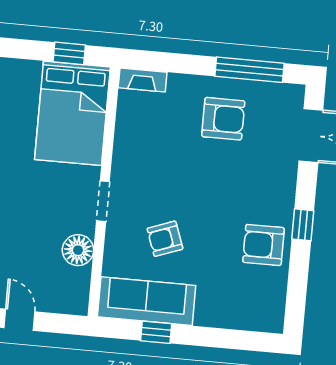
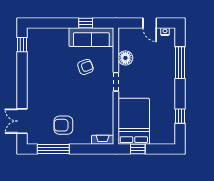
window: (303, 225) -> (22, 45), moved
armchair: (263, 245) -> (39, 68), removed

